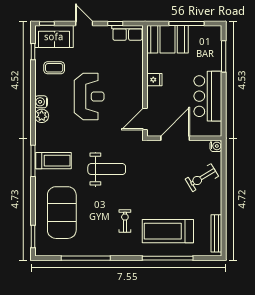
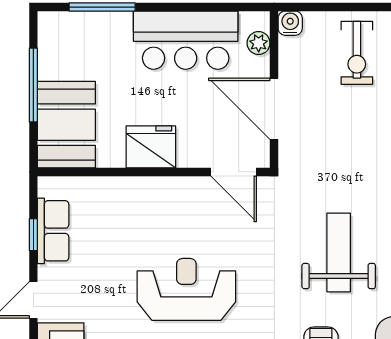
row of seats: (127, 33) -> (53, 231), moved
fridge: (154, 80) -> (151, 147), width x1.88, depth x1.34
plant: (206, 131) -> (259, 43), added
exercise bike: (202, 178) -> (357, 53), turned 31

